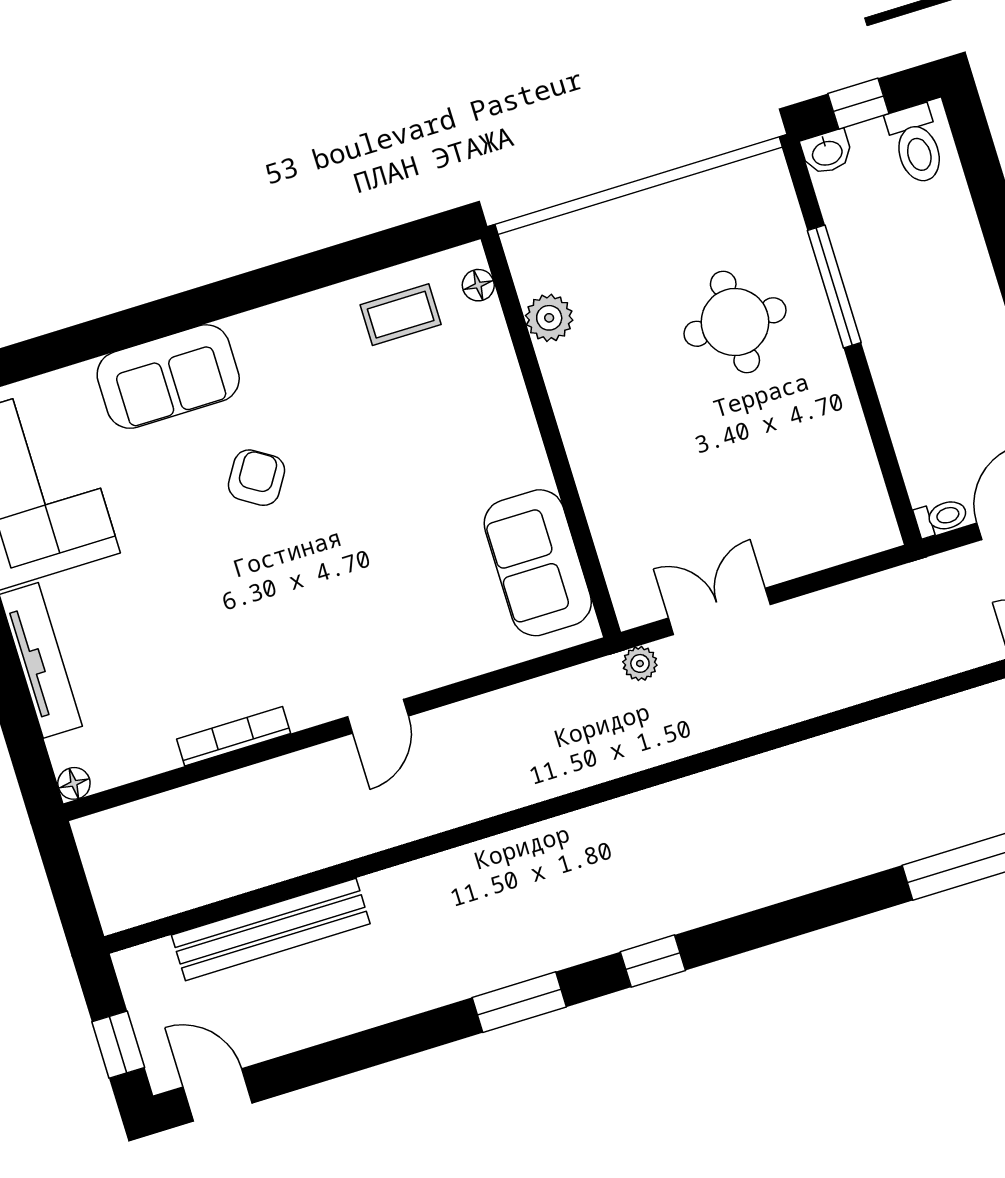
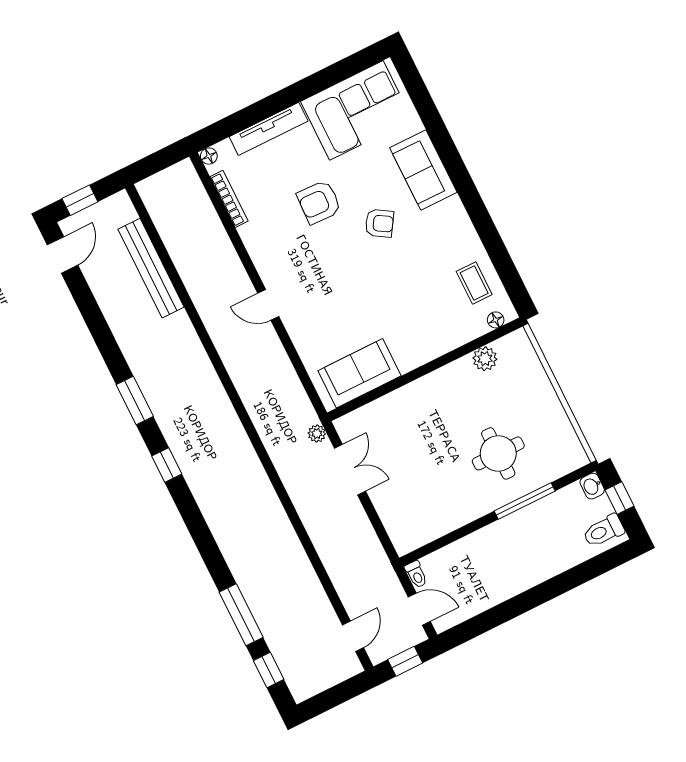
armchair: (197, 587) -> (319, 202), added
bookcase: (234, 736) -> (229, 199), moved

